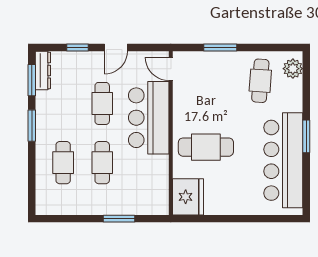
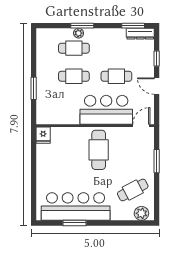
cafe table: (260, 81) -> (133, 190), turned -32
window: (32, 126) -> (82, 26), moved
window: (306, 136) -> (74, 223), moved
cafe table: (206, 147) -> (99, 150), moved
plant: (42, 156) -> (79, 33), added
fridge: (188, 197) -> (43, 135), width x0.53, depth x0.75

